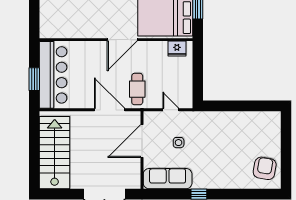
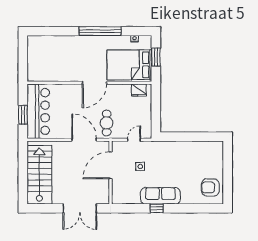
door: (171, 110) -> (134, 140), hinge flipped
armchair: (265, 168) -> (210, 187), turned -100
sofa: (168, 179) -> (160, 196), moved

